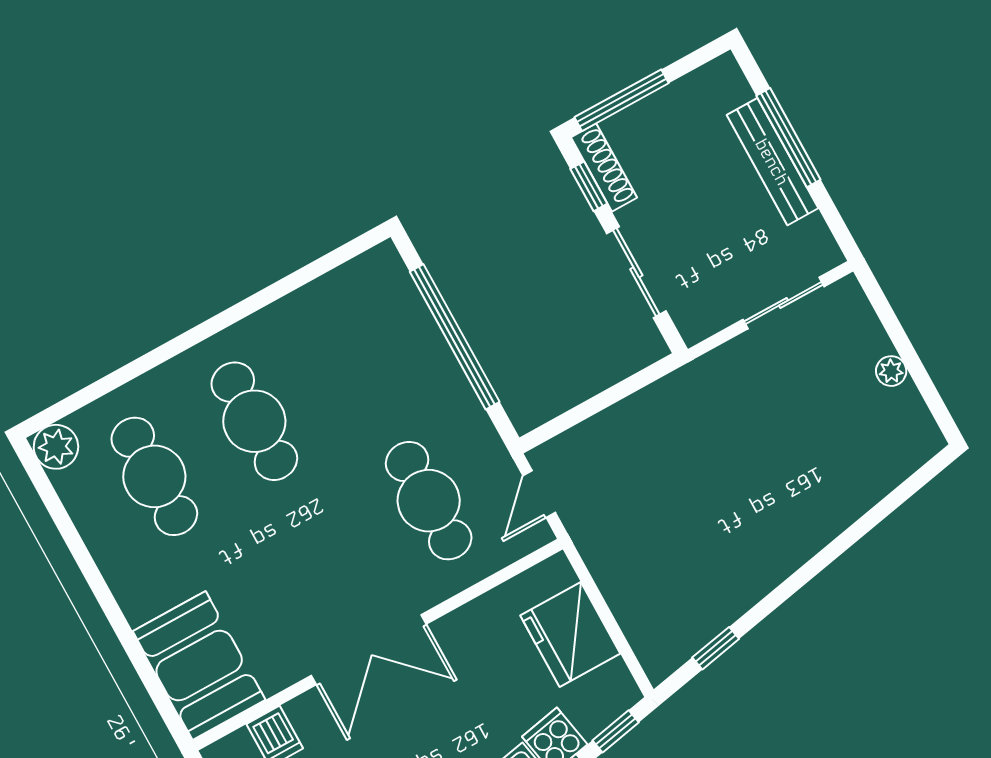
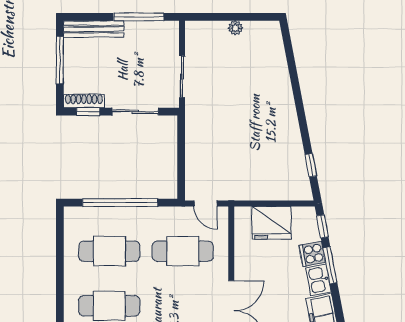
window: (622, 100) -> (60, 60), moved
window: (788, 138) -> (139, 17), moved
bench: (772, 162) -> (94, 29), moved
sliding door: (783, 303) -> (182, 77), moved
cafe table: (354, 366) -> (109, 251), added

